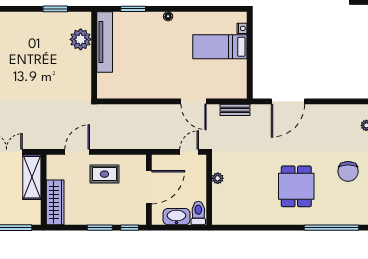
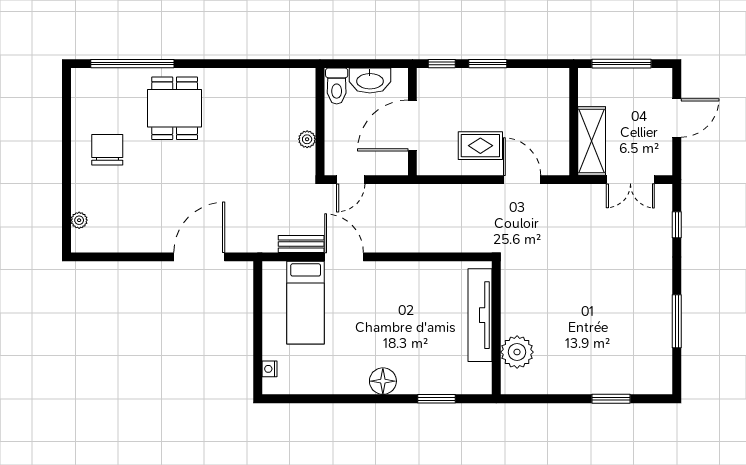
window: (55, 9) -> (611, 399), moved
floor lamp: (168, 16) -> (383, 381), width x1.89, depth x1.89
tv unit: (105, 42) -> (480, 315), moved
bed: (220, 47) -> (306, 303), moved, turned 90
bench: (235, 110) -> (301, 244), moved
door: (77, 152) -> (522, 180), swing flipped
dining table: (296, 186) -> (175, 108), moved
wardrobe: (55, 202) -> (556, 102), removed

